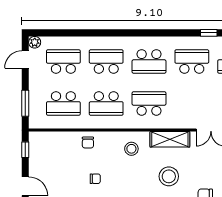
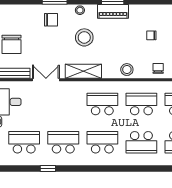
school desk: (192, 62) -> (63, 142), turned 180
school desk: (149, 103) -> (102, 104), turned 180
stool: (131, 149) -> (127, 70), moved

